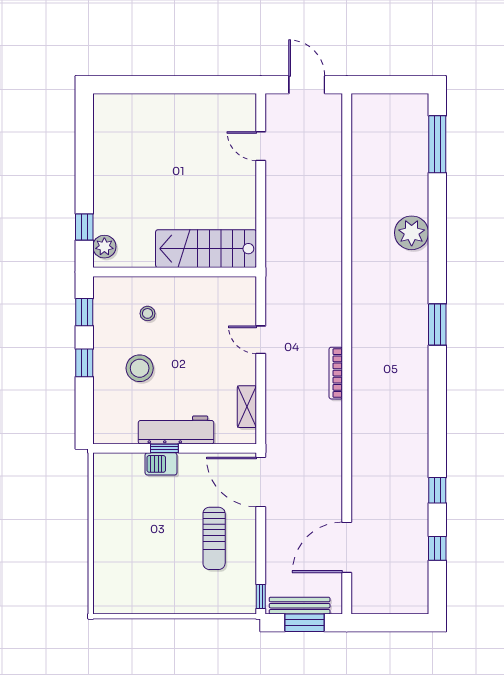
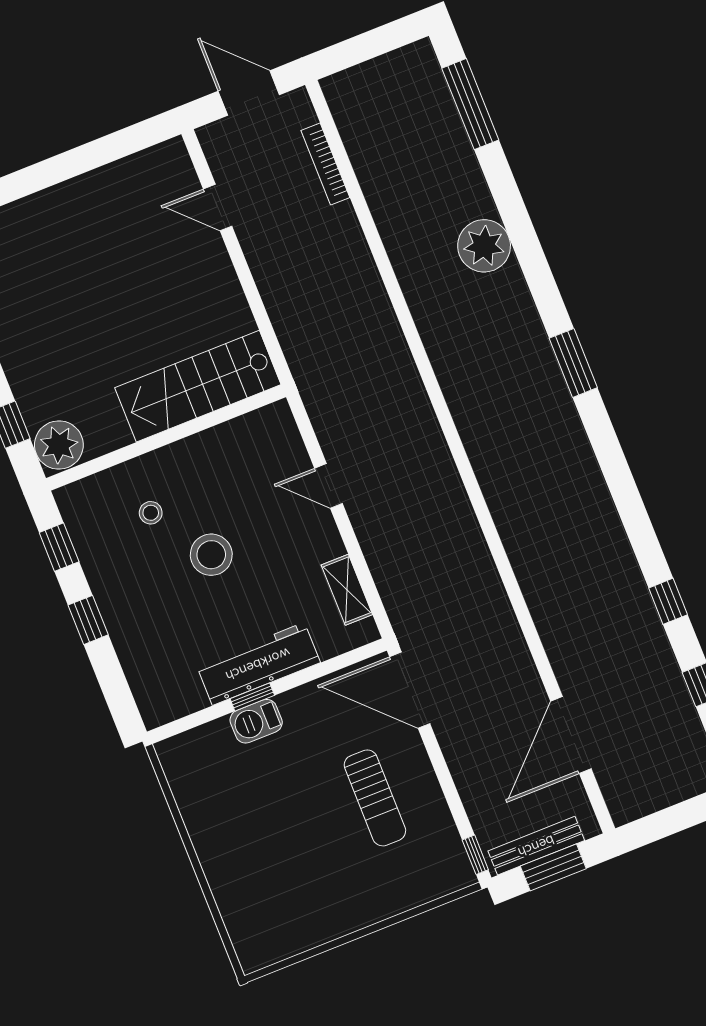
plant: (104, 247) -> (59, 445), width x1.36, depth x1.36
stool: (140, 368) -> (211, 555), moved
bookcase: (336, 373) -> (325, 164), moved

